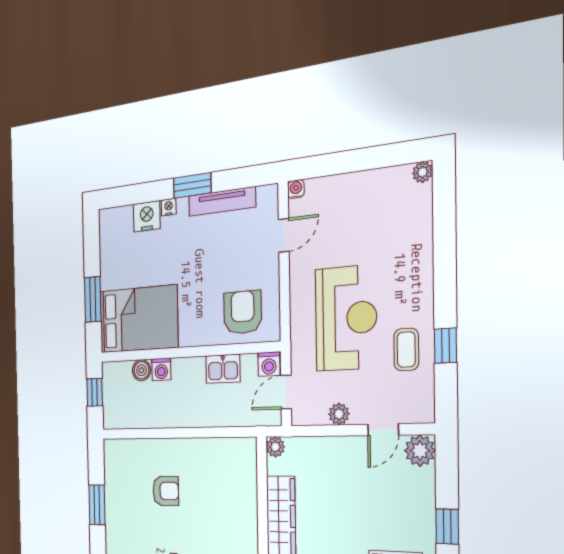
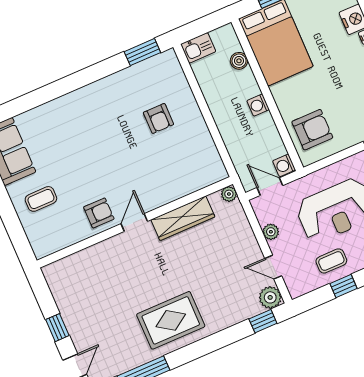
washing machine: (161, 369) -> (258, 105), moved
kitchen sink: (223, 369) -> (198, 48), moved, turned -90
window: (95, 392) -> (206, 25), removed
window: (97, 505) -> (142, 52), moved
window: (447, 527) -> (263, 321), moved

